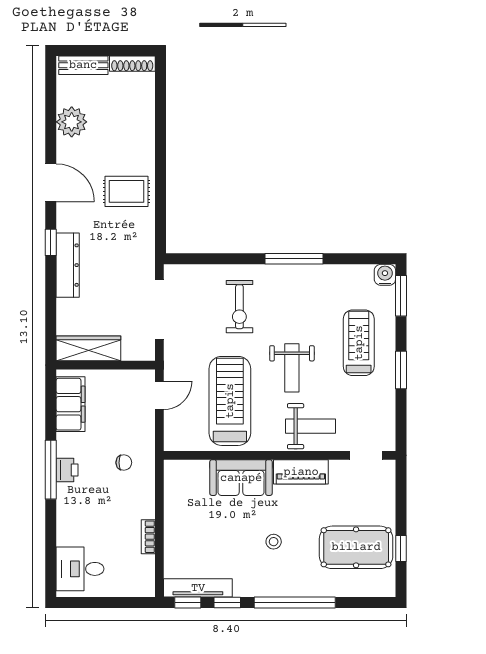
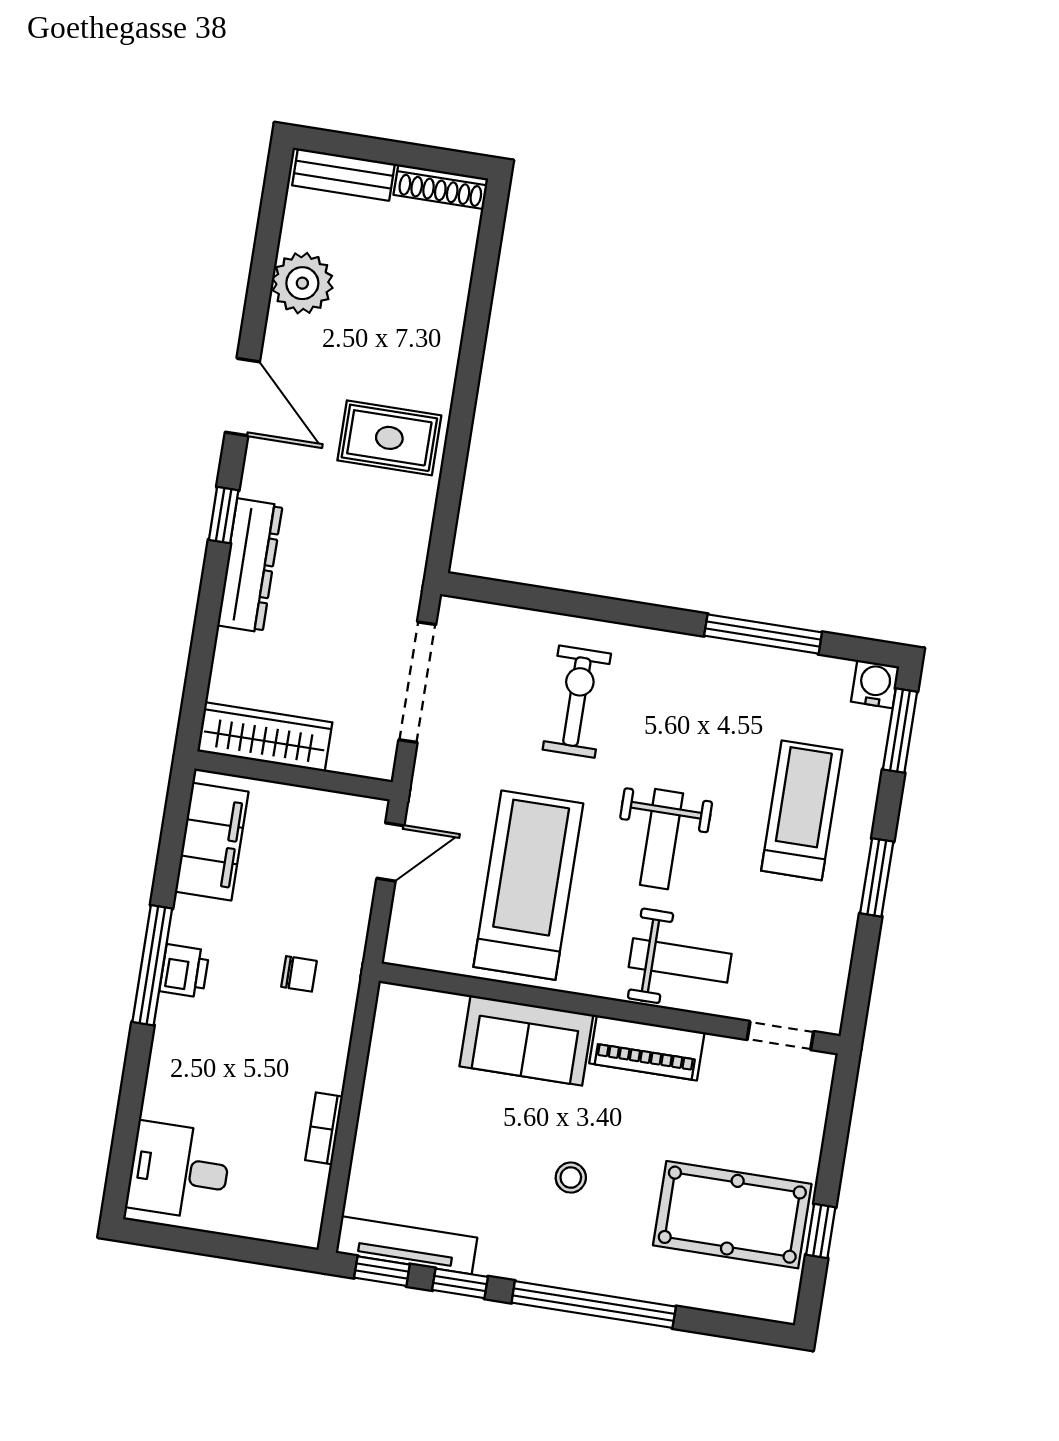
window: (294, 259) -> (763, 634), moved
exercise bike: (239, 307) -> (577, 702), turned 180

